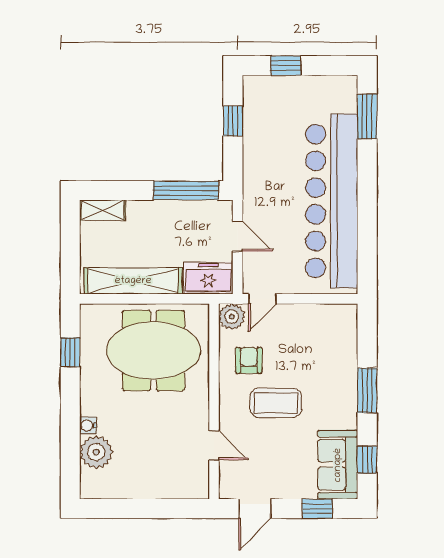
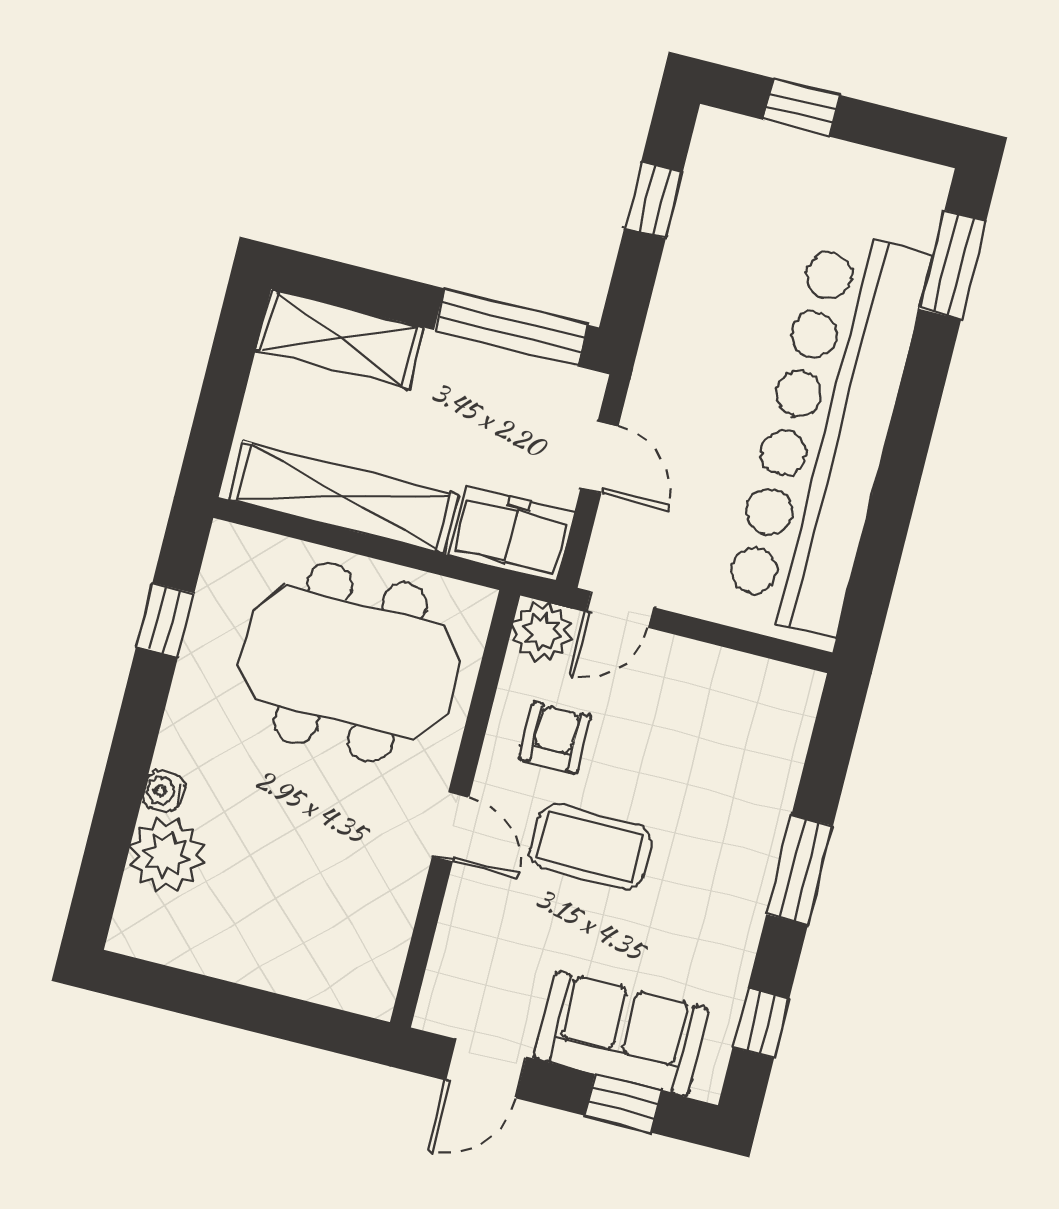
shelving: (103, 210) -> (340, 339), width x1.50, depth x1.33
door: (214, 445) -> (451, 826), moved
sofa: (338, 465) -> (621, 1034), moved, turned 90

